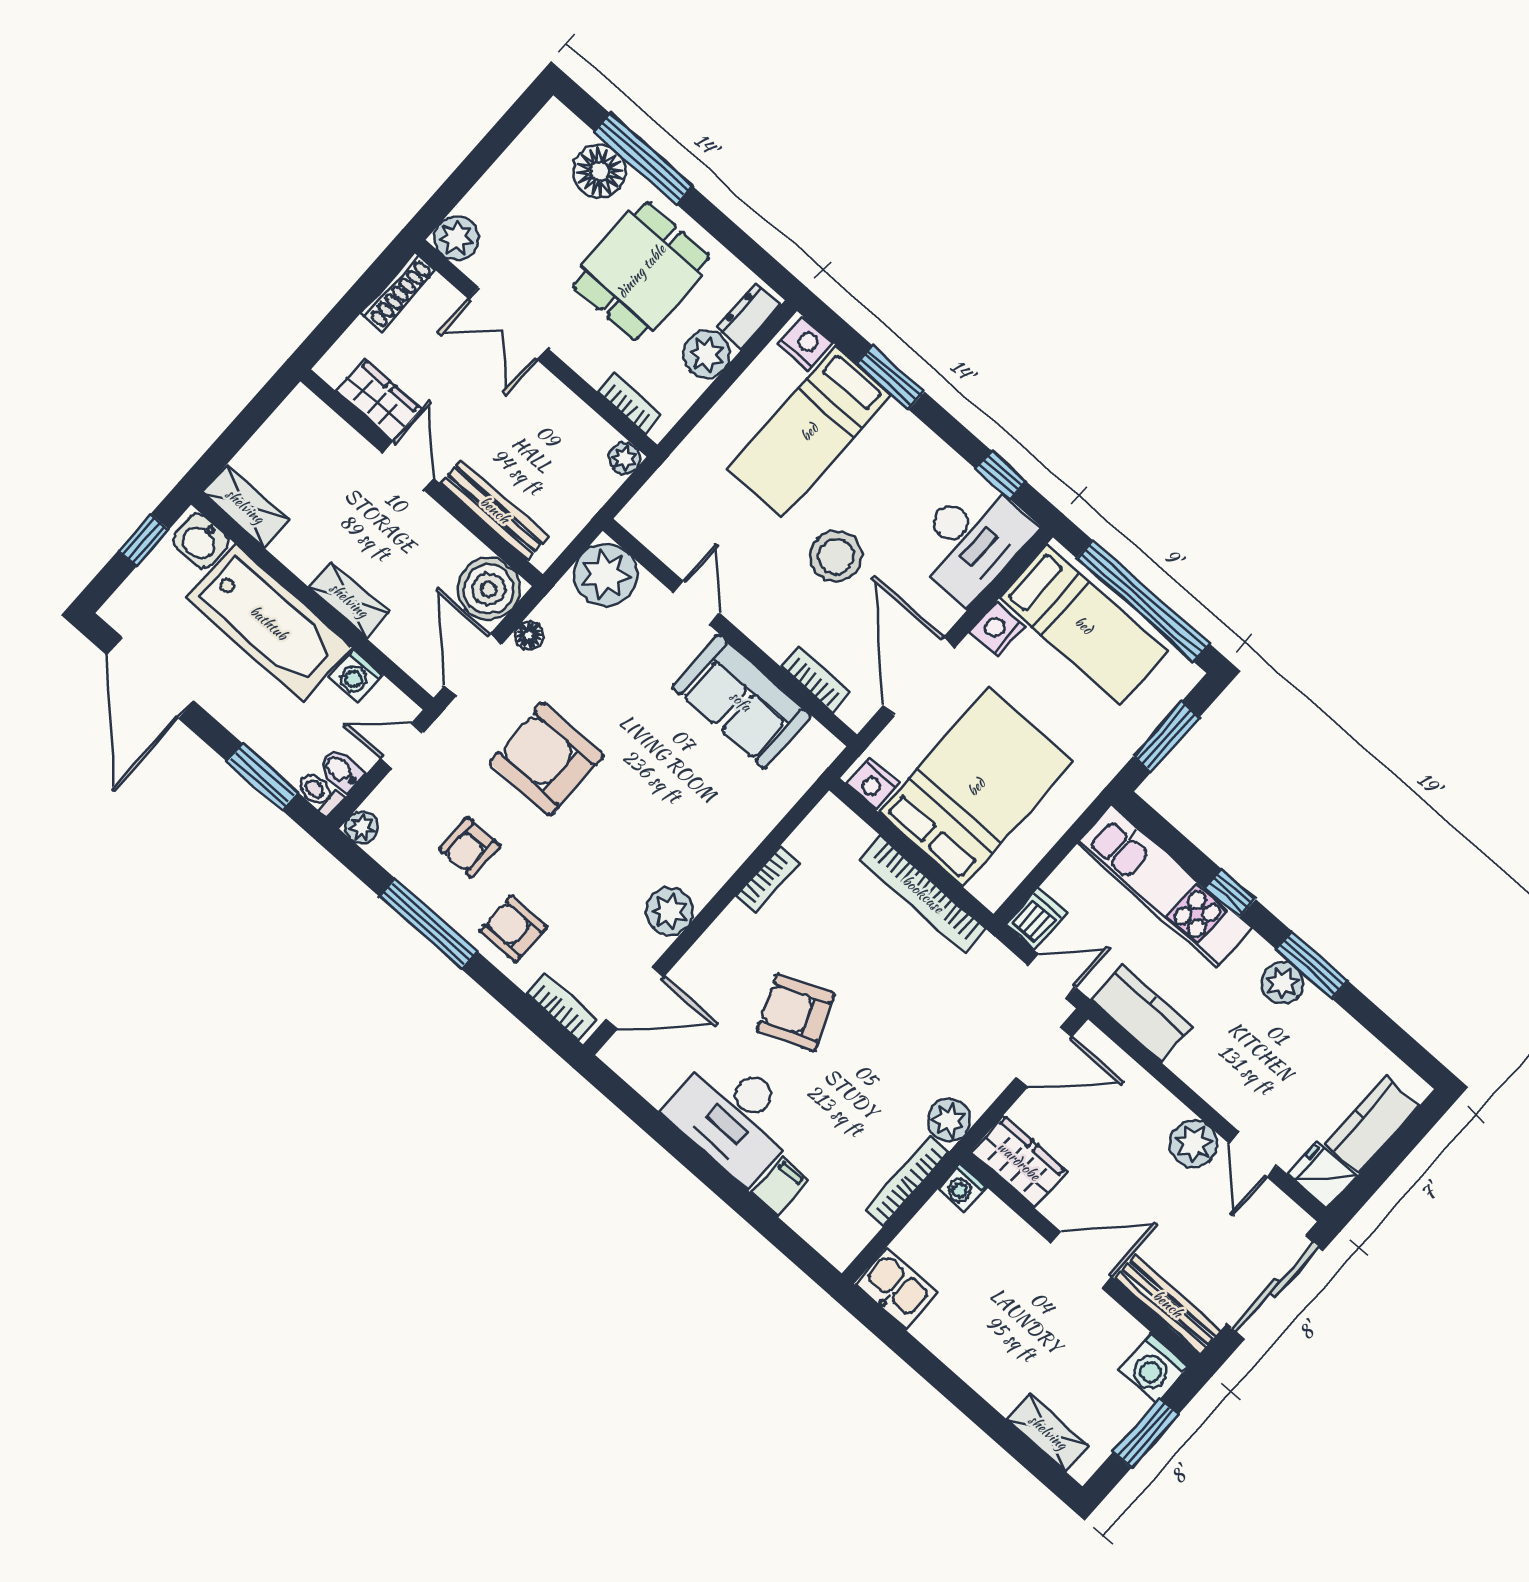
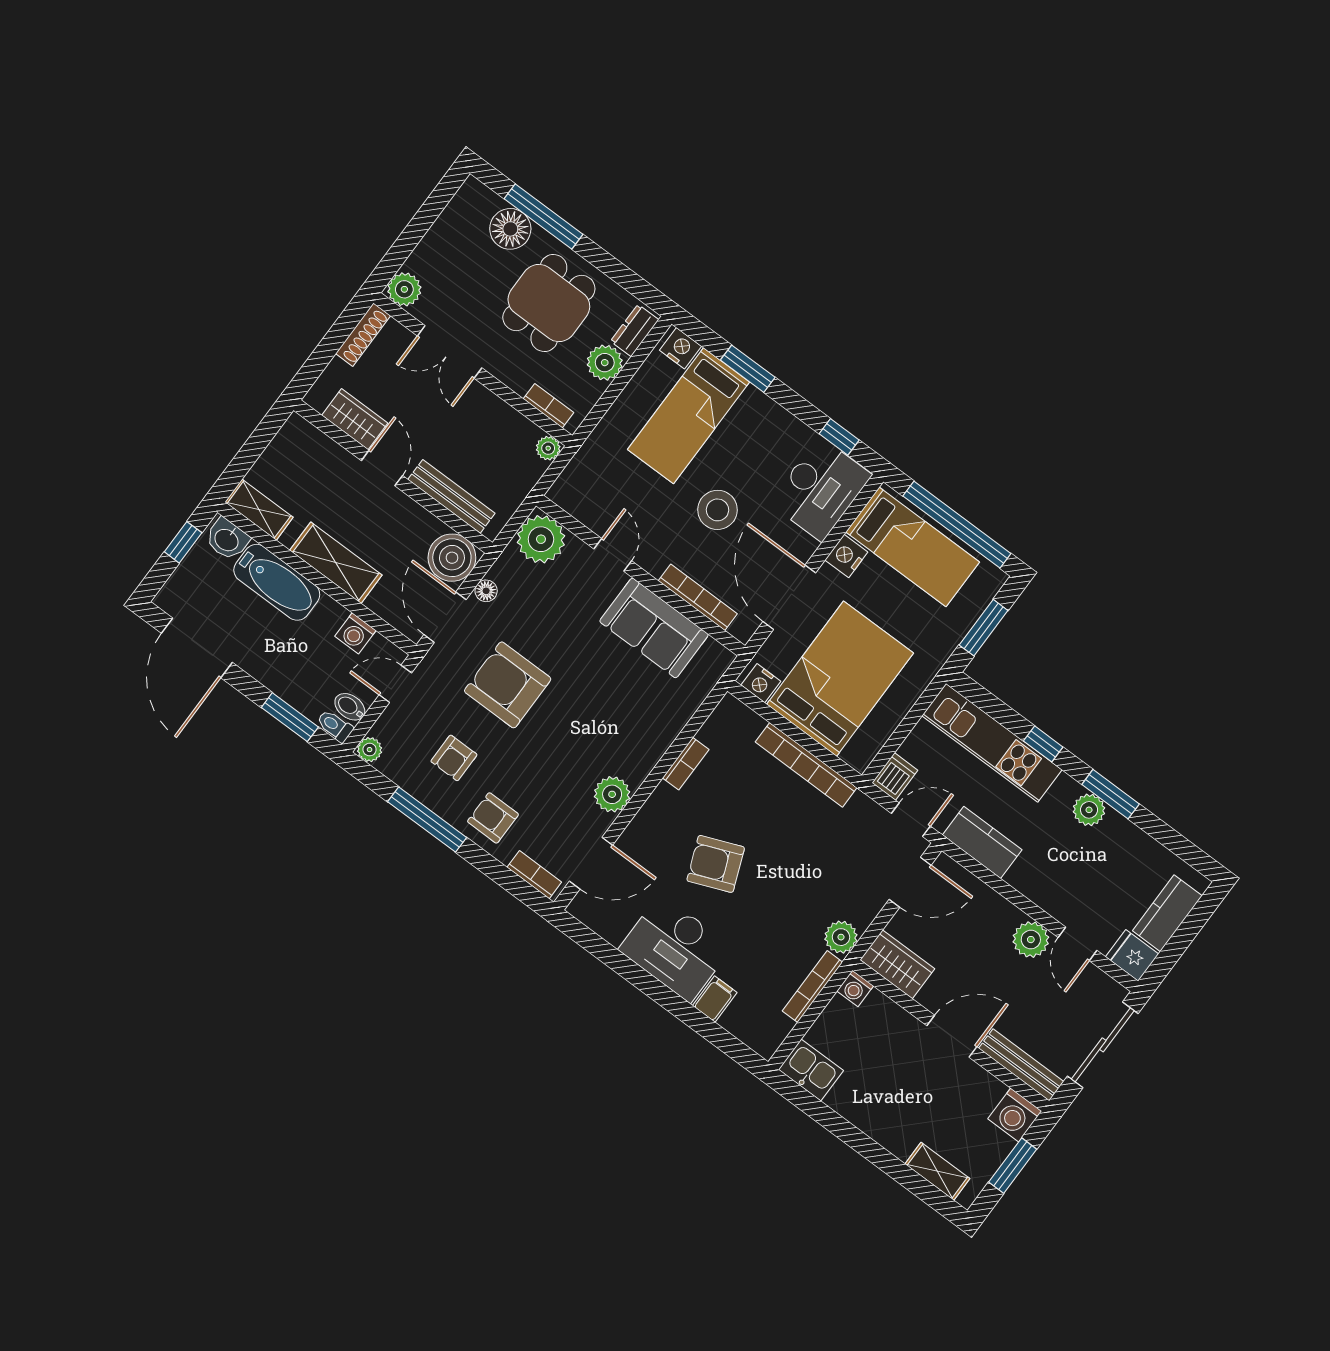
shelving: (349, 600) -> (336, 563), width x1.50, depth x1.33
bathtub: (269, 623) -> (277, 582), width x0.73, depth x0.73
bookcase: (816, 679) -> (698, 597), width x1.56

